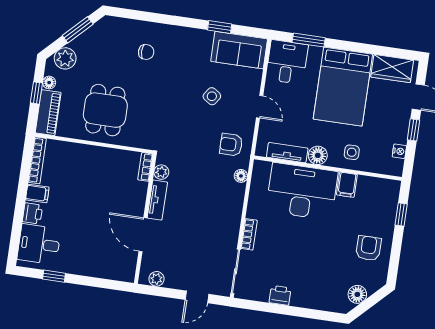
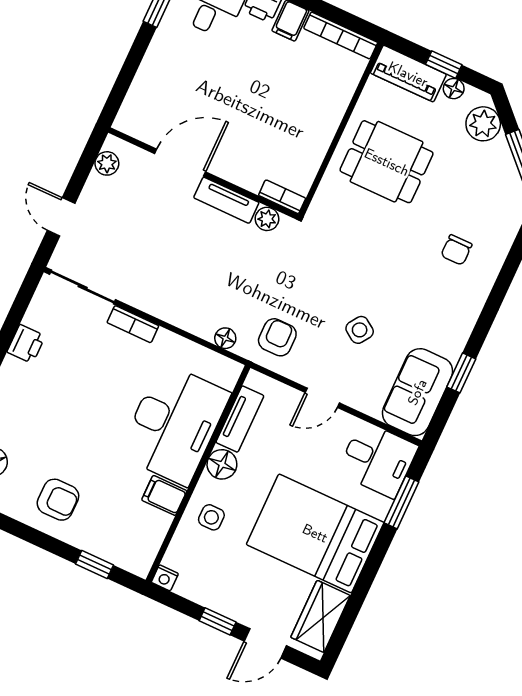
nightstand: (399, 151) -> (165, 578), moved

